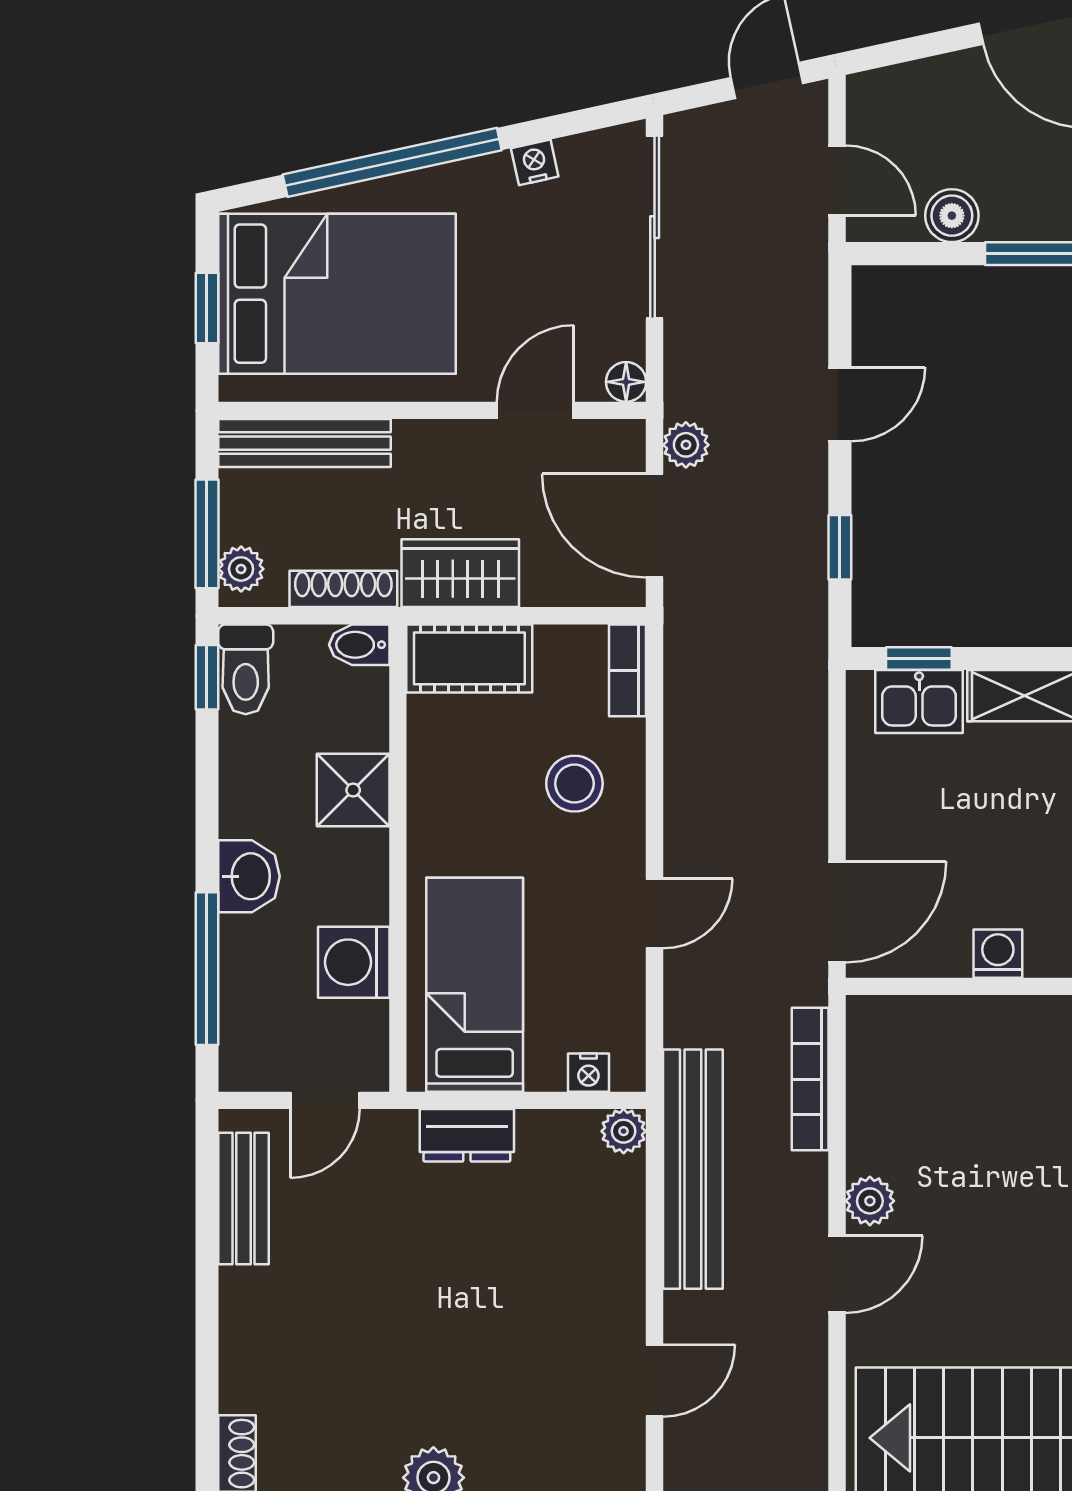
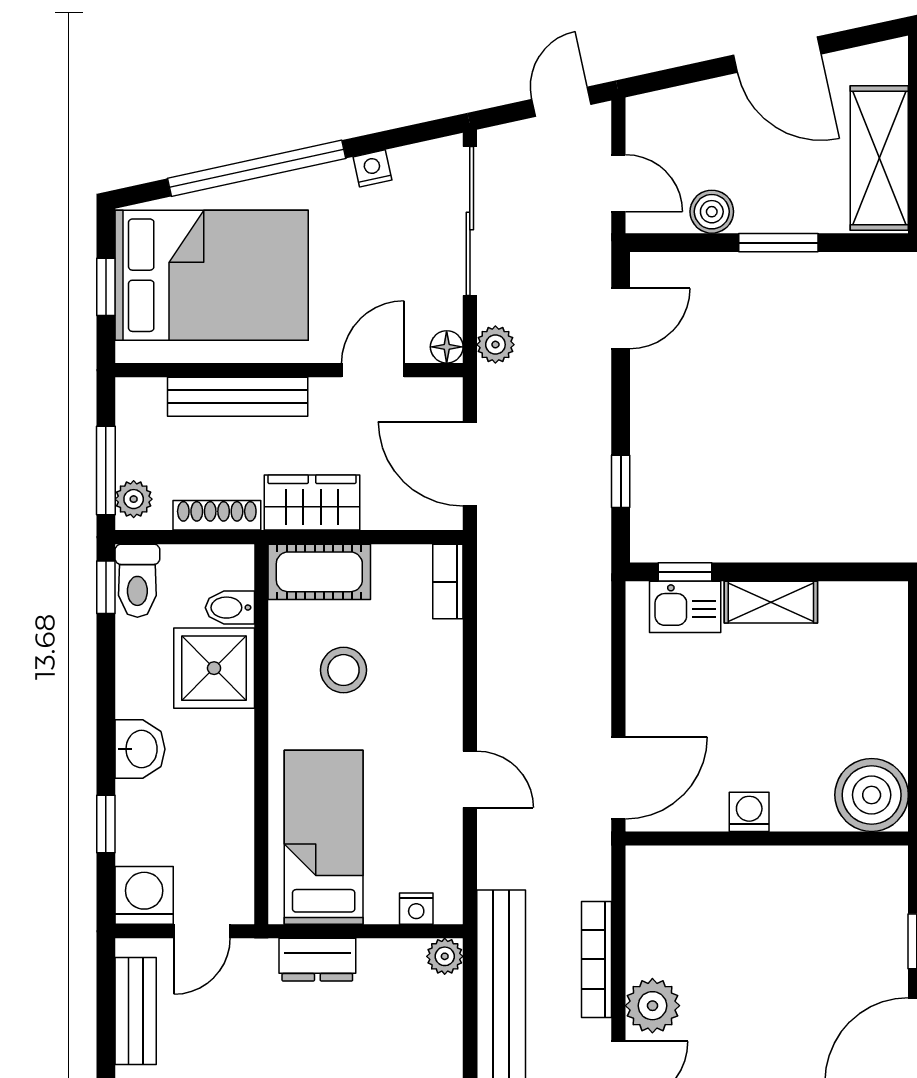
door: (840, 404) -> (621, 319), moved
bench: (304, 443) -> (238, 397), moved
plant: (686, 445) -> (495, 345), moved
bidet: (359, 645) -> (230, 608), moved
stool: (574, 784) -> (343, 670), moved
shower: (353, 790) -> (214, 668), width x1.36, depth x1.36
door: (655, 914) -> (470, 779), hinge flipped
washing machine: (354, 962) -> (144, 895), moved, turned 90
window: (207, 969) -> (106, 824), width x0.46
bookcase: (810, 1079) -> (597, 959), moved
plant: (870, 1201) -> (652, 1006), width x1.38, depth x1.38

